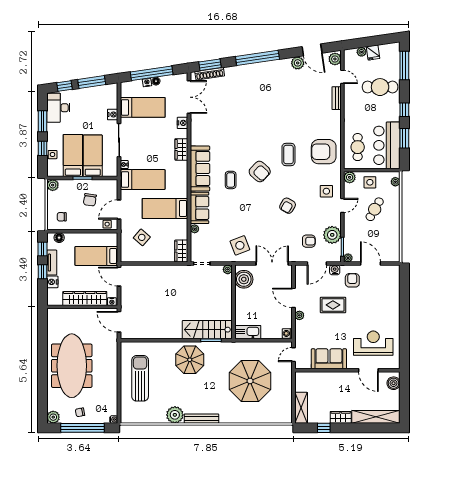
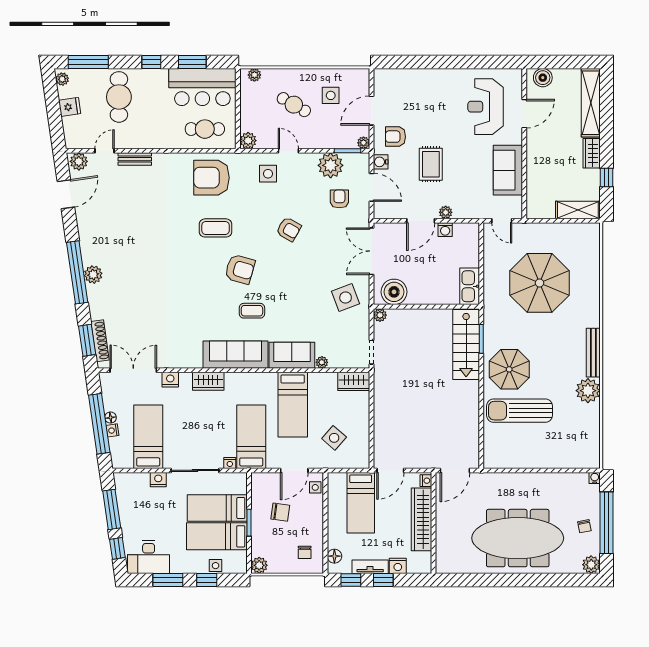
plant: (362, 52) -> (62, 79), moved
plant: (298, 63) -> (93, 275), moved
armchair: (324, 152) -> (211, 178), turned 90
armchair: (260, 172) -> (240, 269), turned 63
side table: (370, 182) -> (331, 95), moved
door: (119, 210) -> (294, 470), hinge flipped
washing machine: (287, 333) -> (445, 230), moved
sun lounger: (140, 378) -> (520, 411), moved

